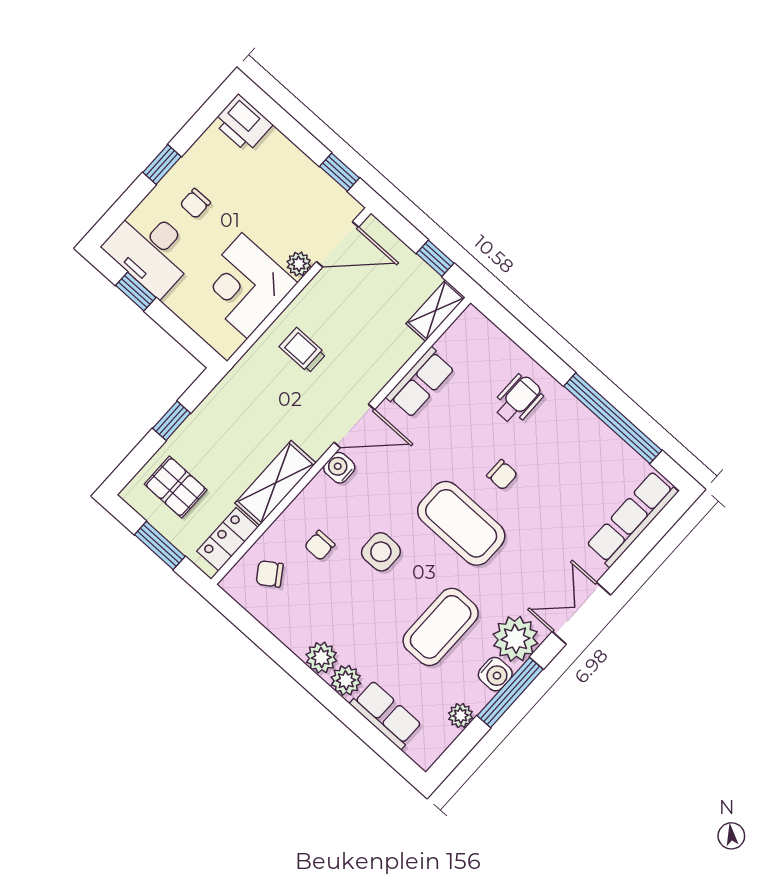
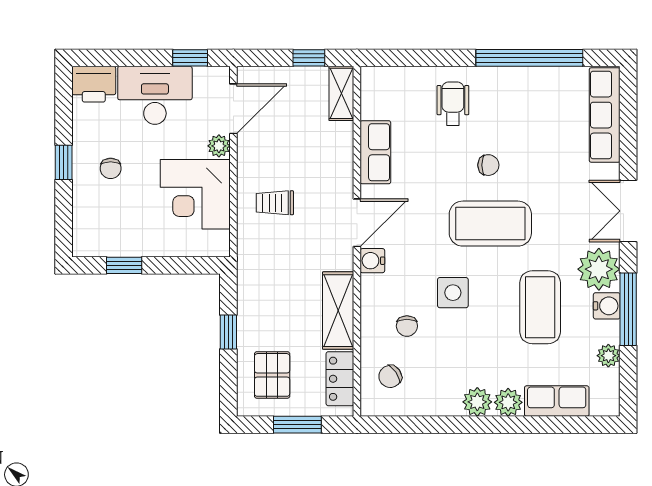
desk: (151, 250) -> (155, 95), moved, turned 180
pallet: (176, 487) -> (272, 375), turned 90

